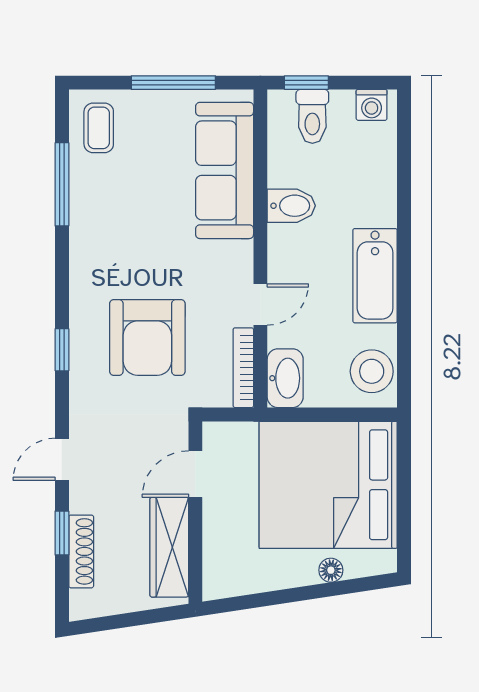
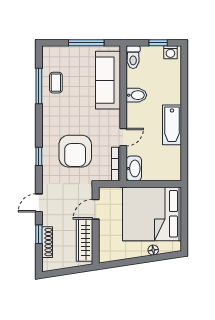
window: (306, 83) -> (158, 43), moved
toilet: (312, 116) -> (133, 57), moved
coffee table: (99, 128) -> (56, 83), moved
stool: (372, 371) -> (171, 166), removed

